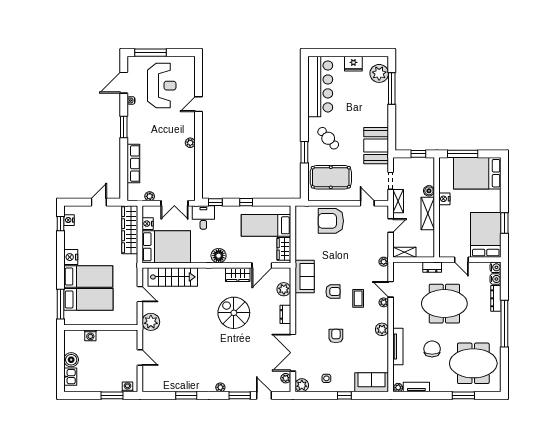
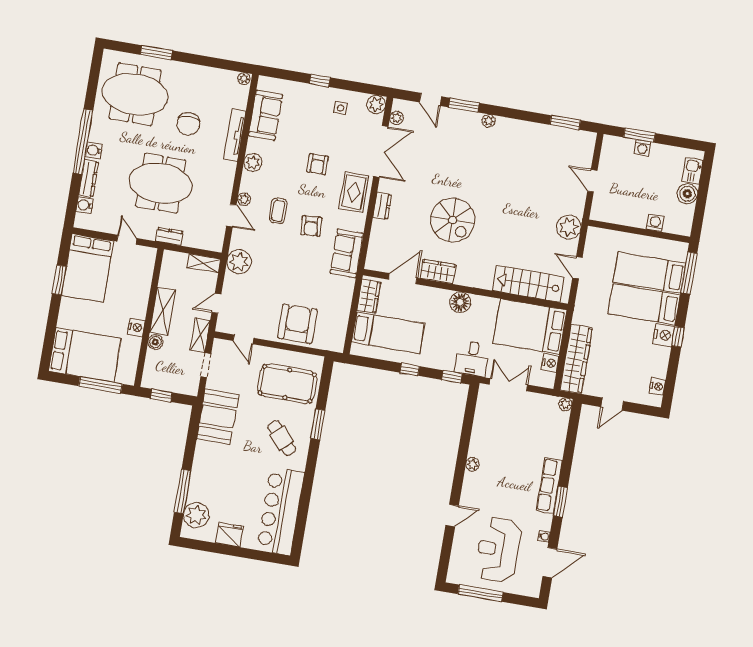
window: (150, 53) -> (480, 593), moved
row of seats: (133, 164) -> (549, 485), moved
plant: (150, 196) -> (565, 404), moved
armchair: (331, 221) -> (297, 324), turned -90
window: (60, 224) -> (678, 337), moved
plant: (384, 262) -> (239, 262), width x1.87, depth x1.87
water cooler: (496, 267) -> (94, 150), moved
plant: (284, 289) -> (378, 241), removed
armchair: (333, 292) -> (311, 226), turned -94
rug: (307, 321) -> (354, 192), added
sofa: (372, 382) -> (266, 115), moved, turned -90
washing machine: (127, 387) -> (643, 148), moved
tv unit: (416, 387) -> (219, 75), removed
window: (186, 395) -> (565, 122), moved

